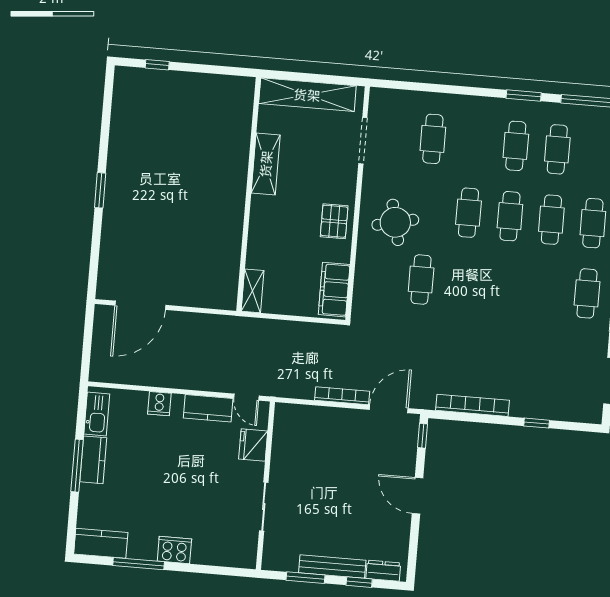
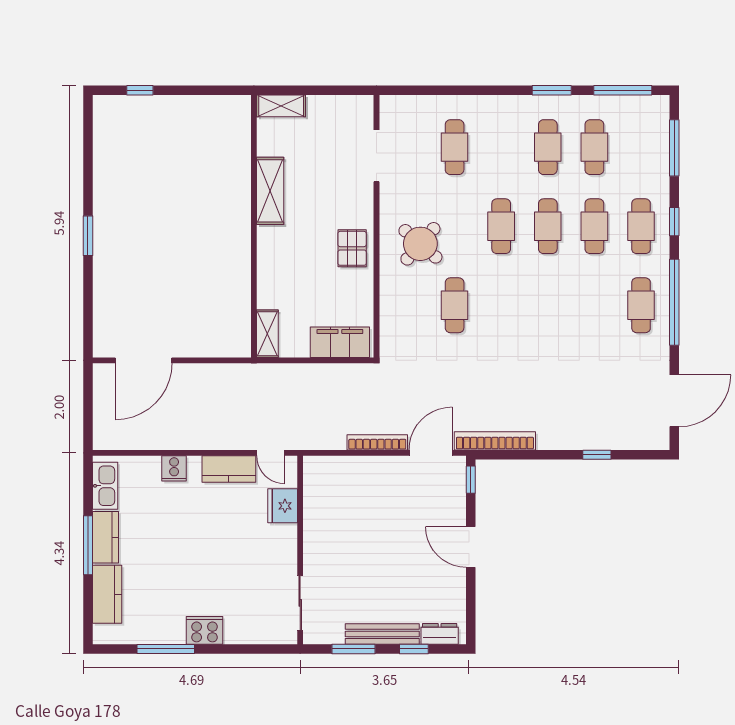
shelving: (307, 95) -> (281, 106), width x0.45, depth x0.75
round table: (395, 222) -> (420, 244), turned -36
filing cabinet: (334, 290) -> (340, 342), moved, turned 90
bookcase: (472, 405) -> (495, 441), moved
sliding door: (264, 506) -> (300, 603), moved
kitchen counter: (101, 543) -> (107, 594), moved, turned 90

